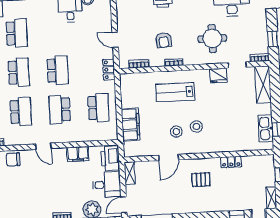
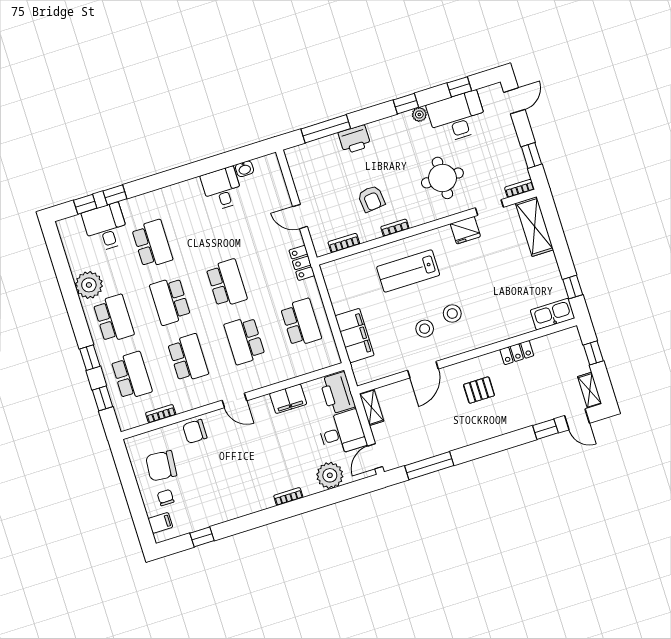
school desk: (19, 72) -> (170, 301), turned 180
kitchen sink: (266, 128) -> (552, 314), moved, turned 90

